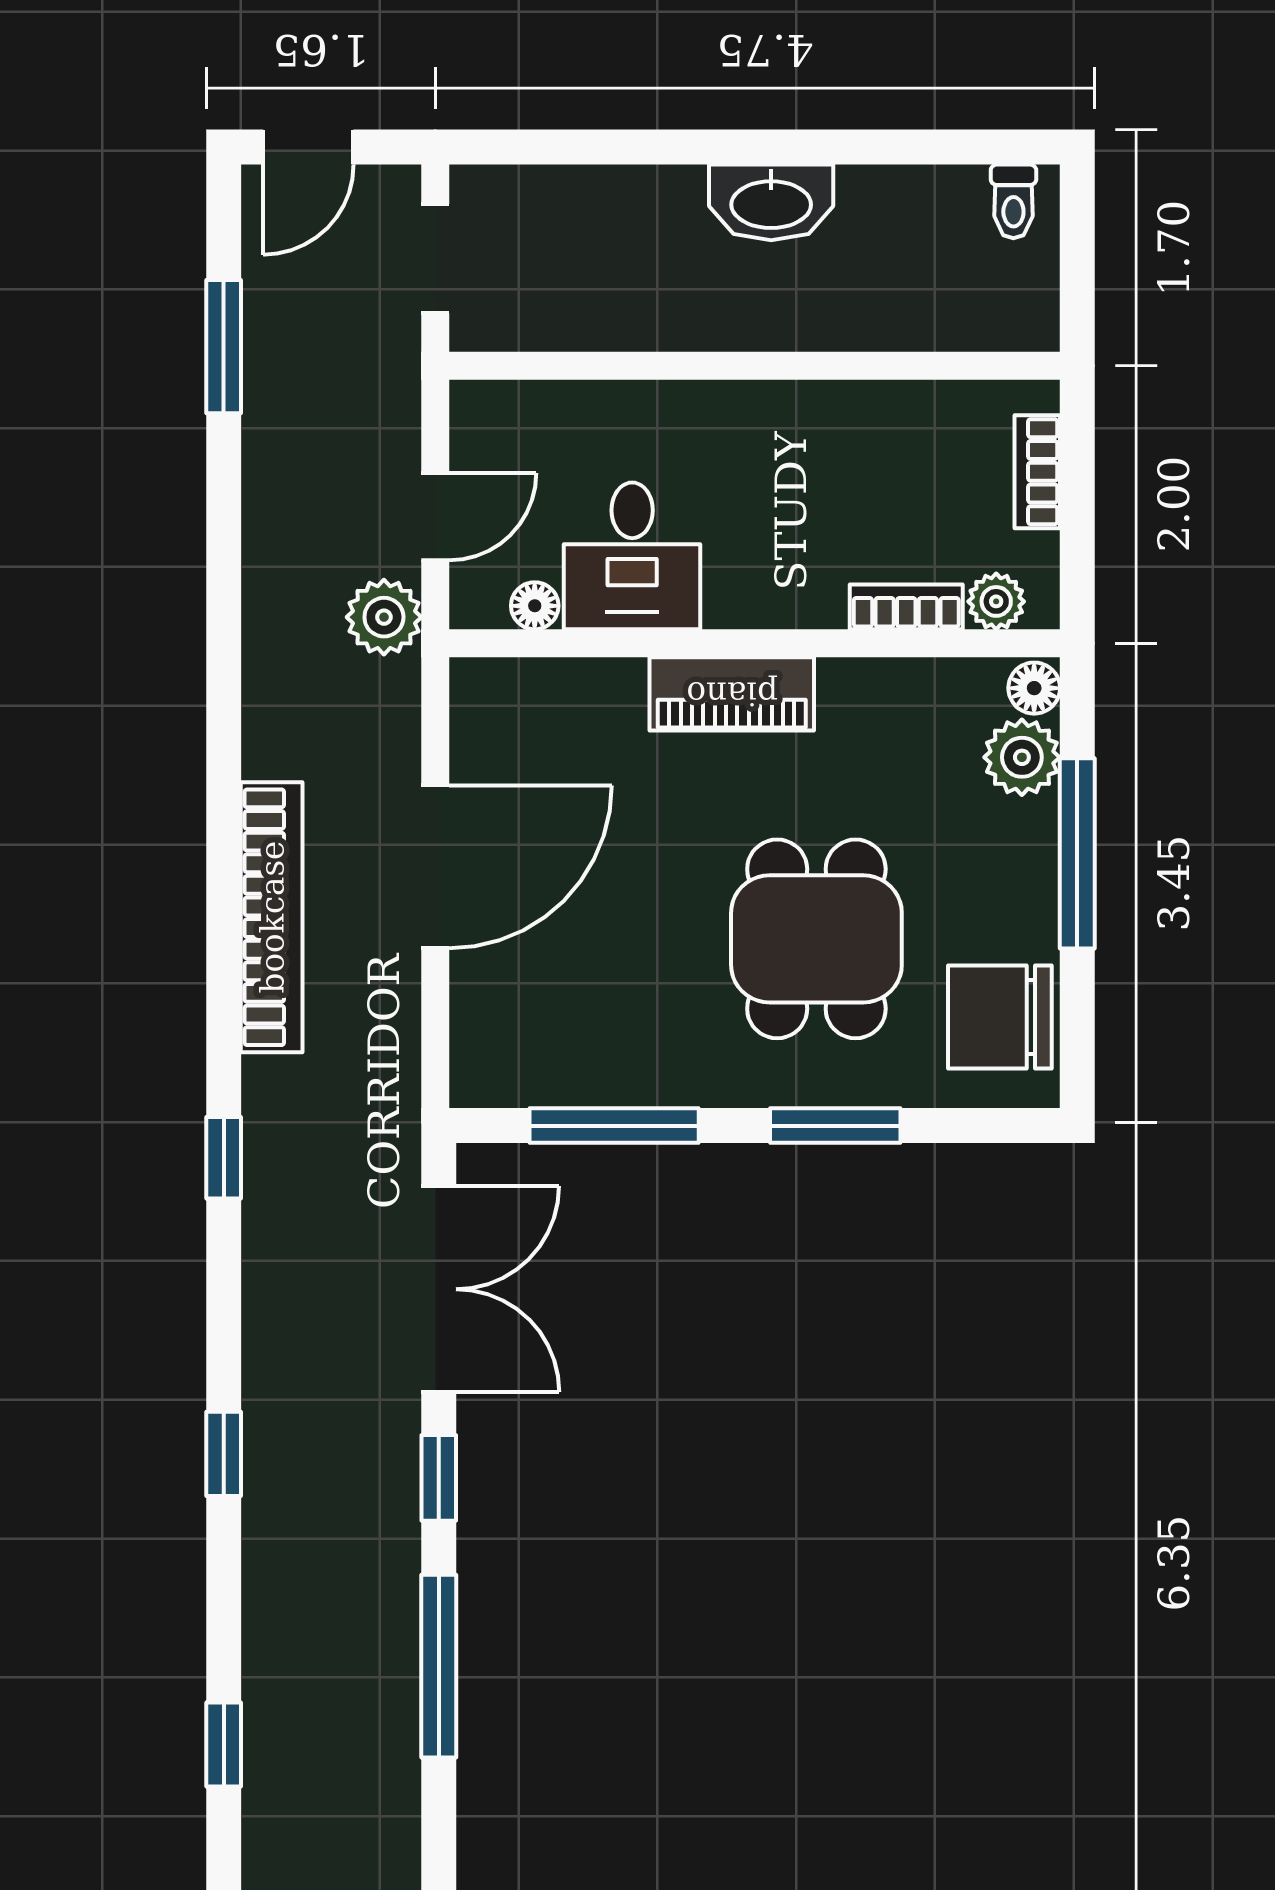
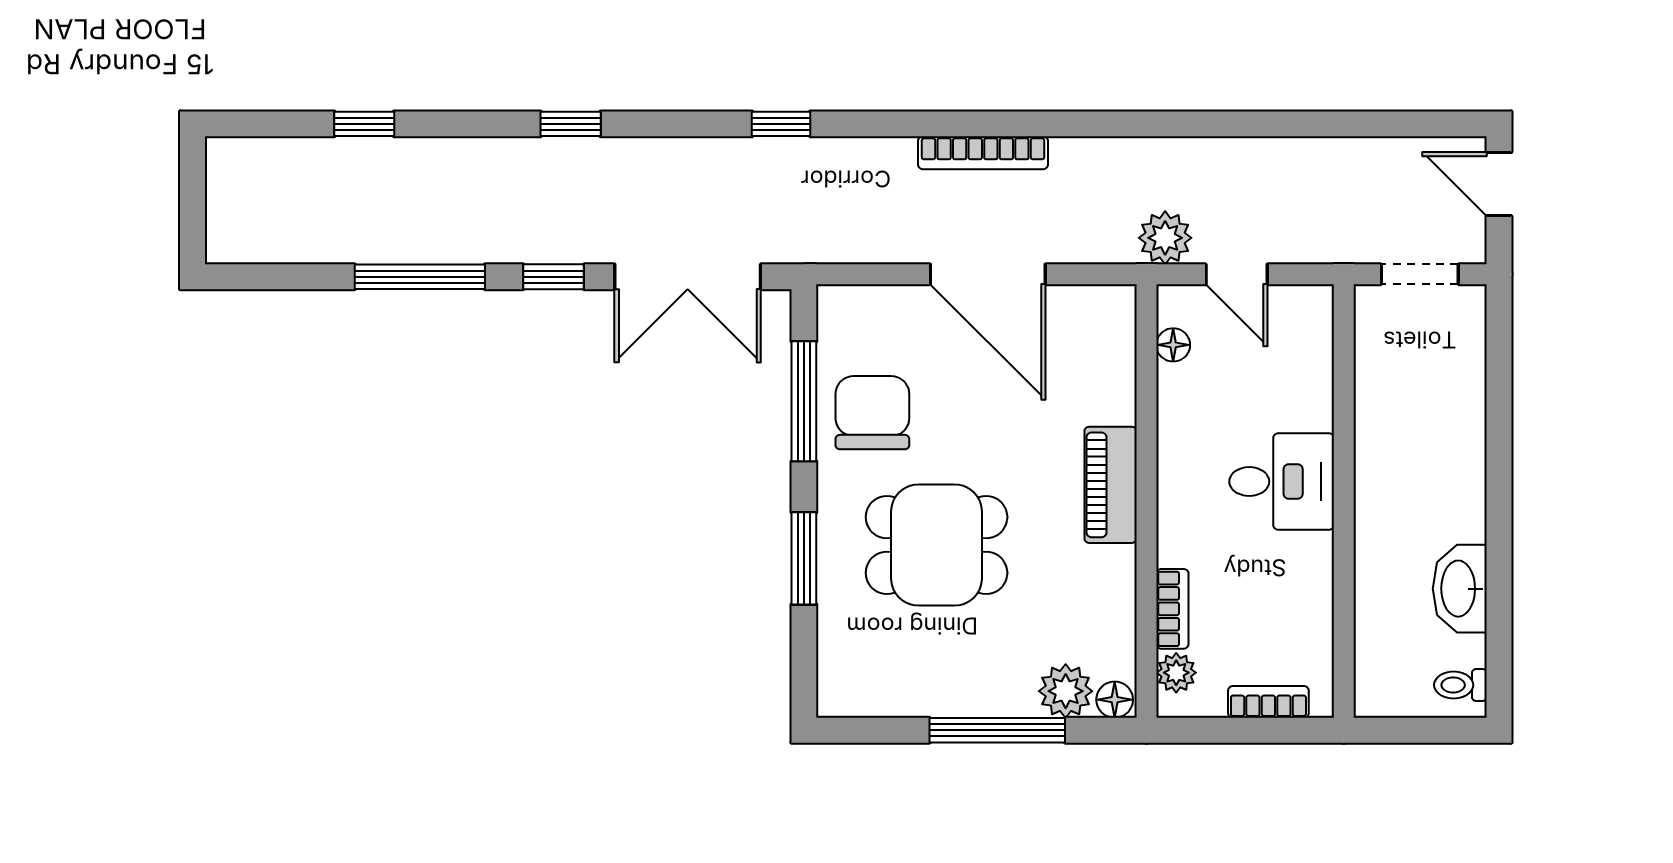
washbasin: (771, 202) -> (1460, 589), moved
window: (224, 347) -> (1357, 124), removed
desk: (632, 556) -> (1282, 482), moved, turned 180
bookcase: (272, 917) -> (983, 153), width x0.68, depth x0.76
chair: (1000, 1017) -> (872, 413), moved

